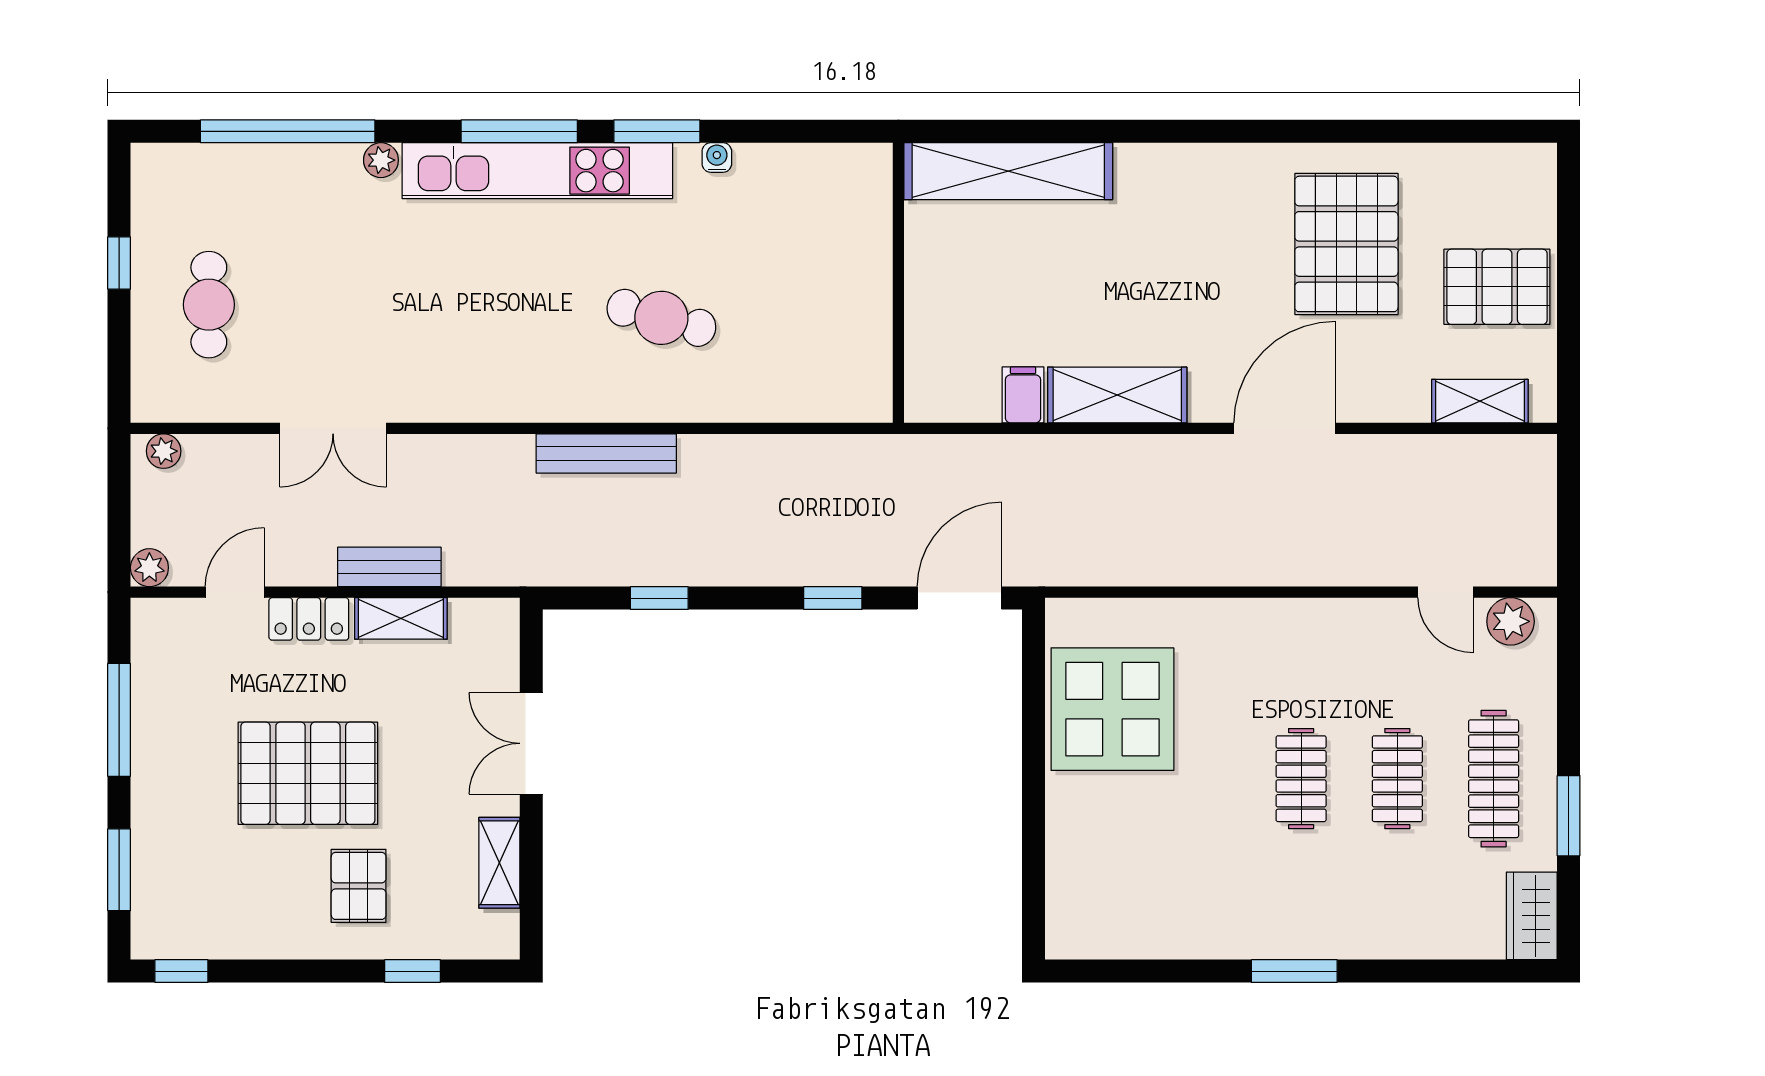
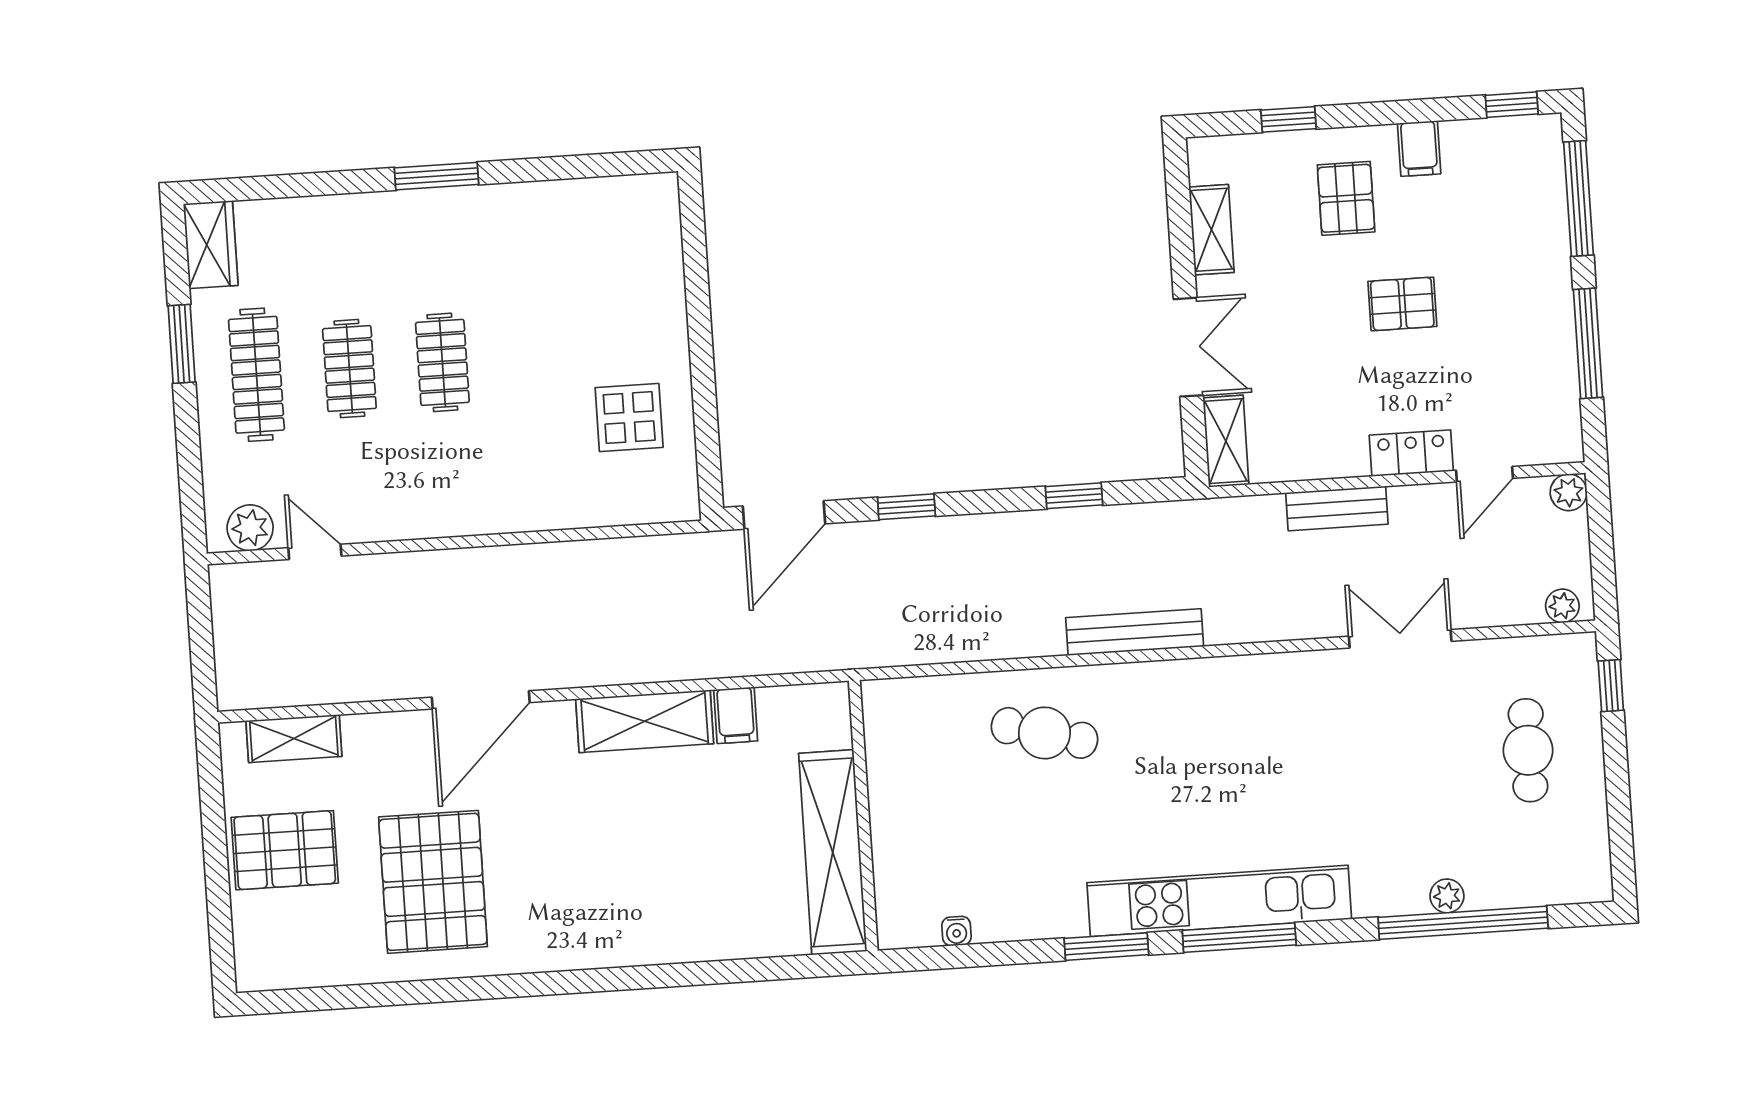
water cooler: (717, 157) -> (956, 931), moved
plant: (381, 160) -> (1447, 896), moved
shelving: (1008, 171) -> (833, 852), moved, turned 90
window: (119, 263) -> (1611, 686), moved
cafe table: (661, 318) -> (1044, 733), moved
shelving: (401, 618) -> (1226, 441), moved, turned 90
display table: (1112, 709) -> (629, 417), width x0.54, depth x0.54
pallet: (308, 773) -> (1402, 304), width x0.49, depth x0.50
window: (119, 870) -> (1578, 199), width x1.44
filing cabinet: (280, 932) -> (1419, 149), added

